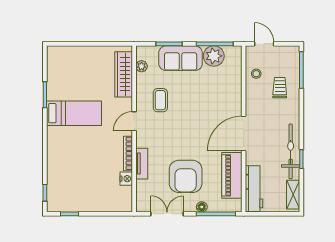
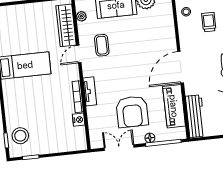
door: (134, 121) -> (79, 54), moved
tv unit: (142, 164) -> (90, 91), moved
stool: (61, 189) -> (20, 136), added

